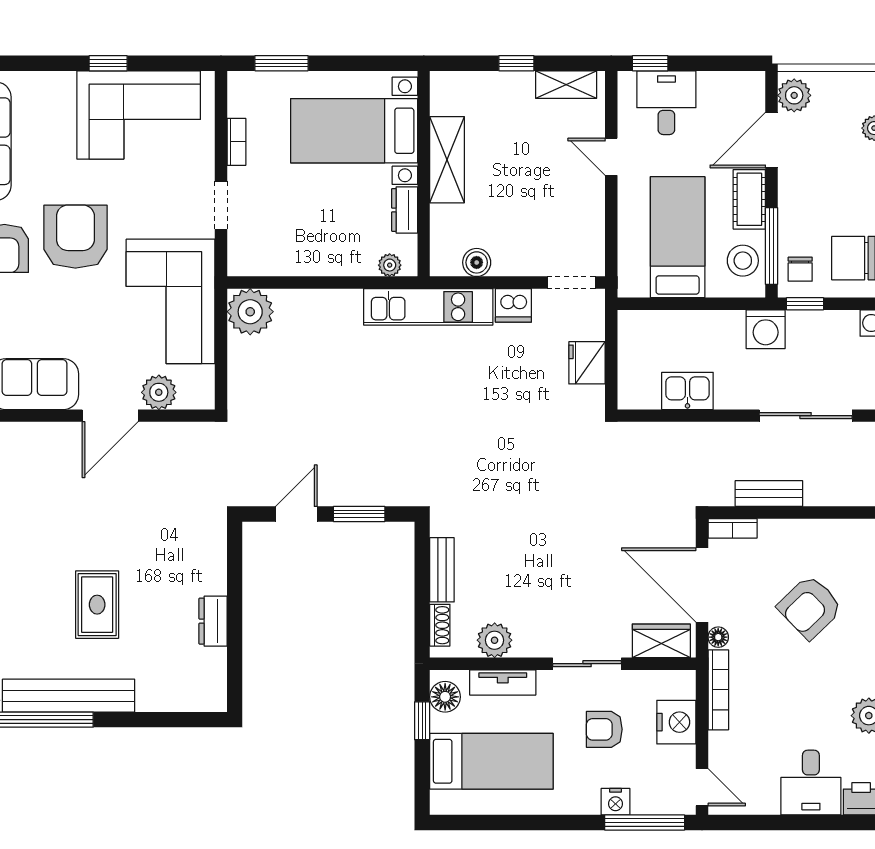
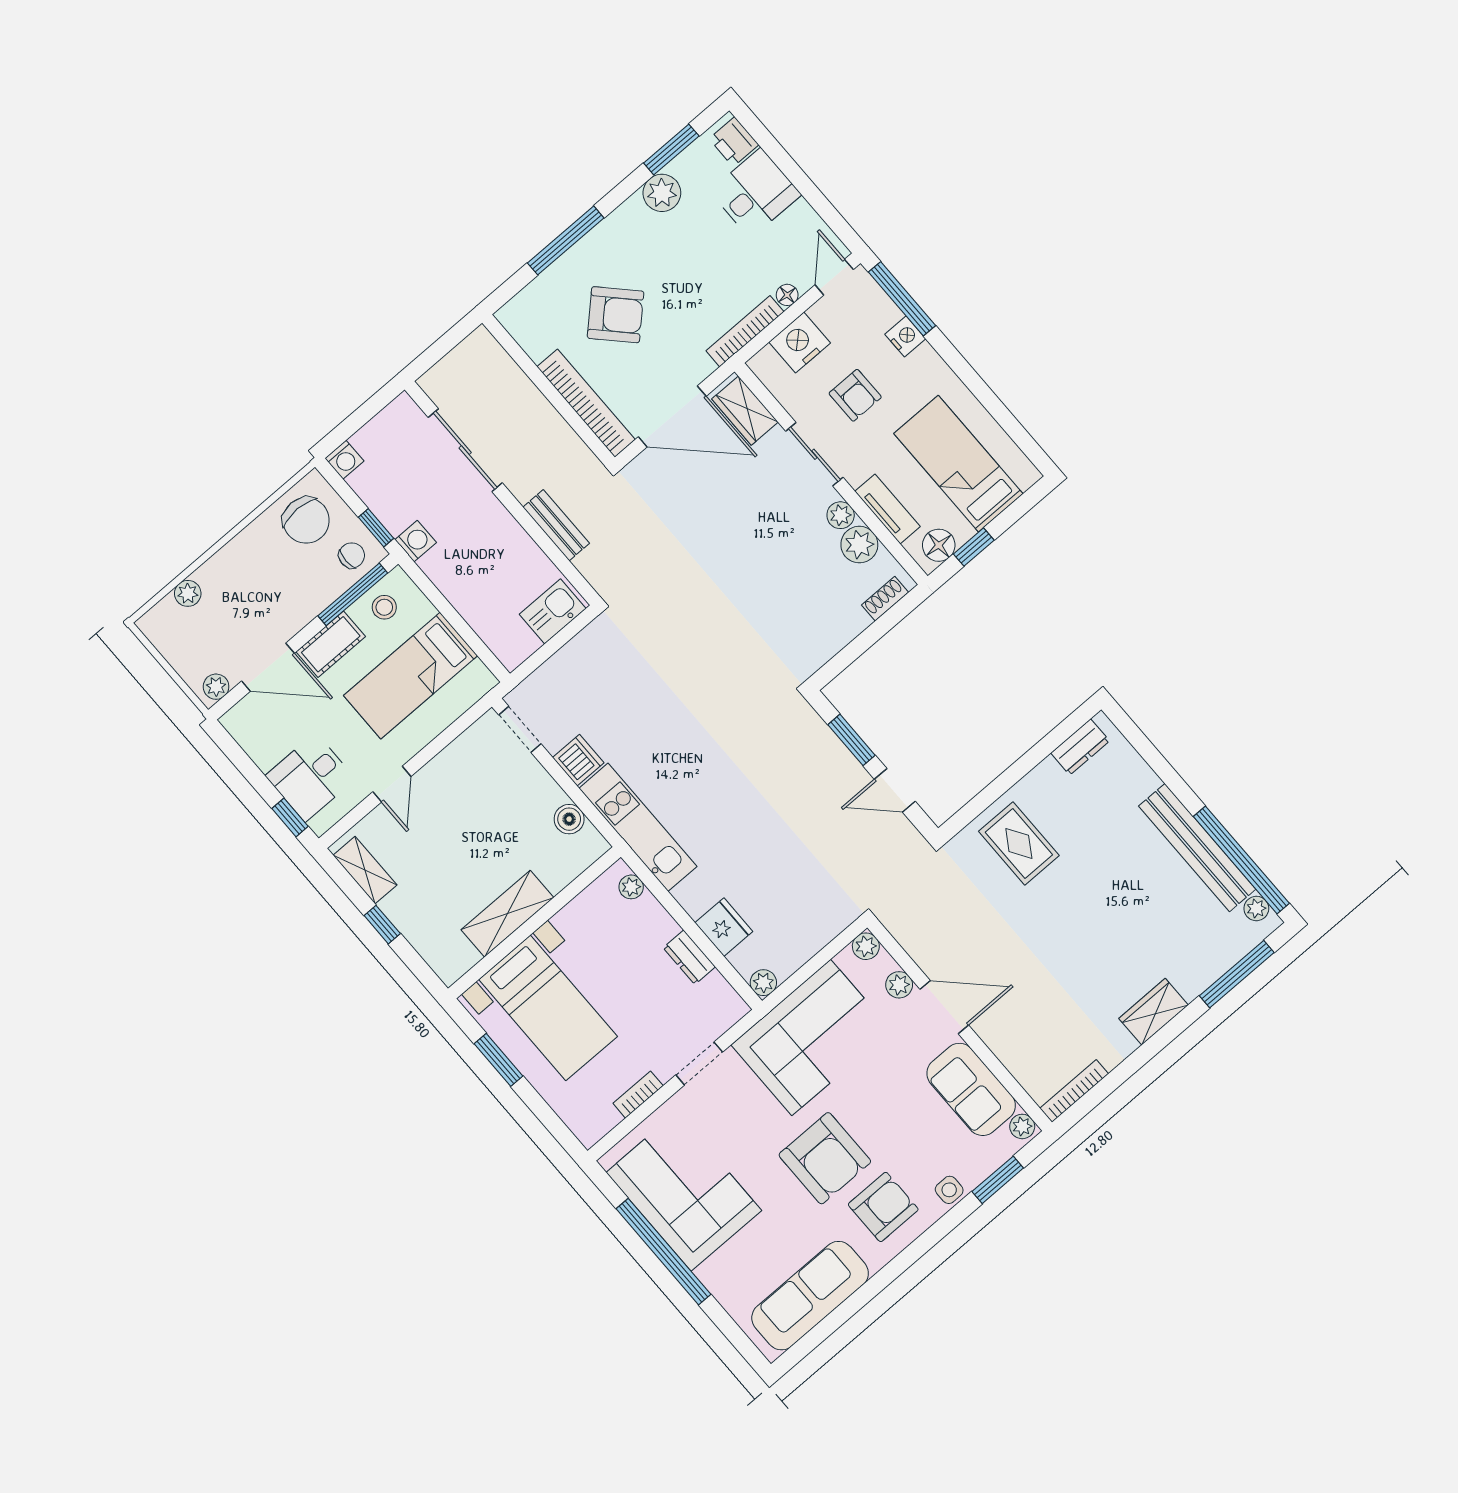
window: (108, 63) -> (663, 1252), width x3.17
window: (281, 63) -> (499, 1060), moved
plant: (794, 95) -> (216, 687), width x0.73, depth x0.73
dresser: (405, 210) -> (689, 957), moved, turned 90
armchair: (75, 237) -> (825, 1158), turned -90
stool: (743, 261) -> (384, 607), width x0.73, depth x0.73
plant: (250, 312) -> (763, 983), width x0.53, depth x0.53
washing machine: (766, 329) -> (416, 541), width x0.73, depth x0.73
fridge: (587, 363) -> (724, 927), moved, turned -90
kitchen sink: (687, 391) -> (553, 611), moved, turned 90
plant: (159, 392) -> (899, 985), width x0.73, depth x0.73
plant: (202, 397) -> (866, 946), added
bench: (769, 494) -> (556, 525), moved
bookcase: (733, 528) -> (586, 403), width x2.31, depth x1.31
bench: (442, 570) -> (839, 635), removed
door: (702, 585) -> (672, 416), hinge flipped
rug: (97, 605) -> (1019, 843), moved, turned 90
dresser: (213, 621) -> (1080, 747), moved
floor lamp: (718, 637) -> (787, 295), moved
plant: (527, 645) -> (841, 515), added

